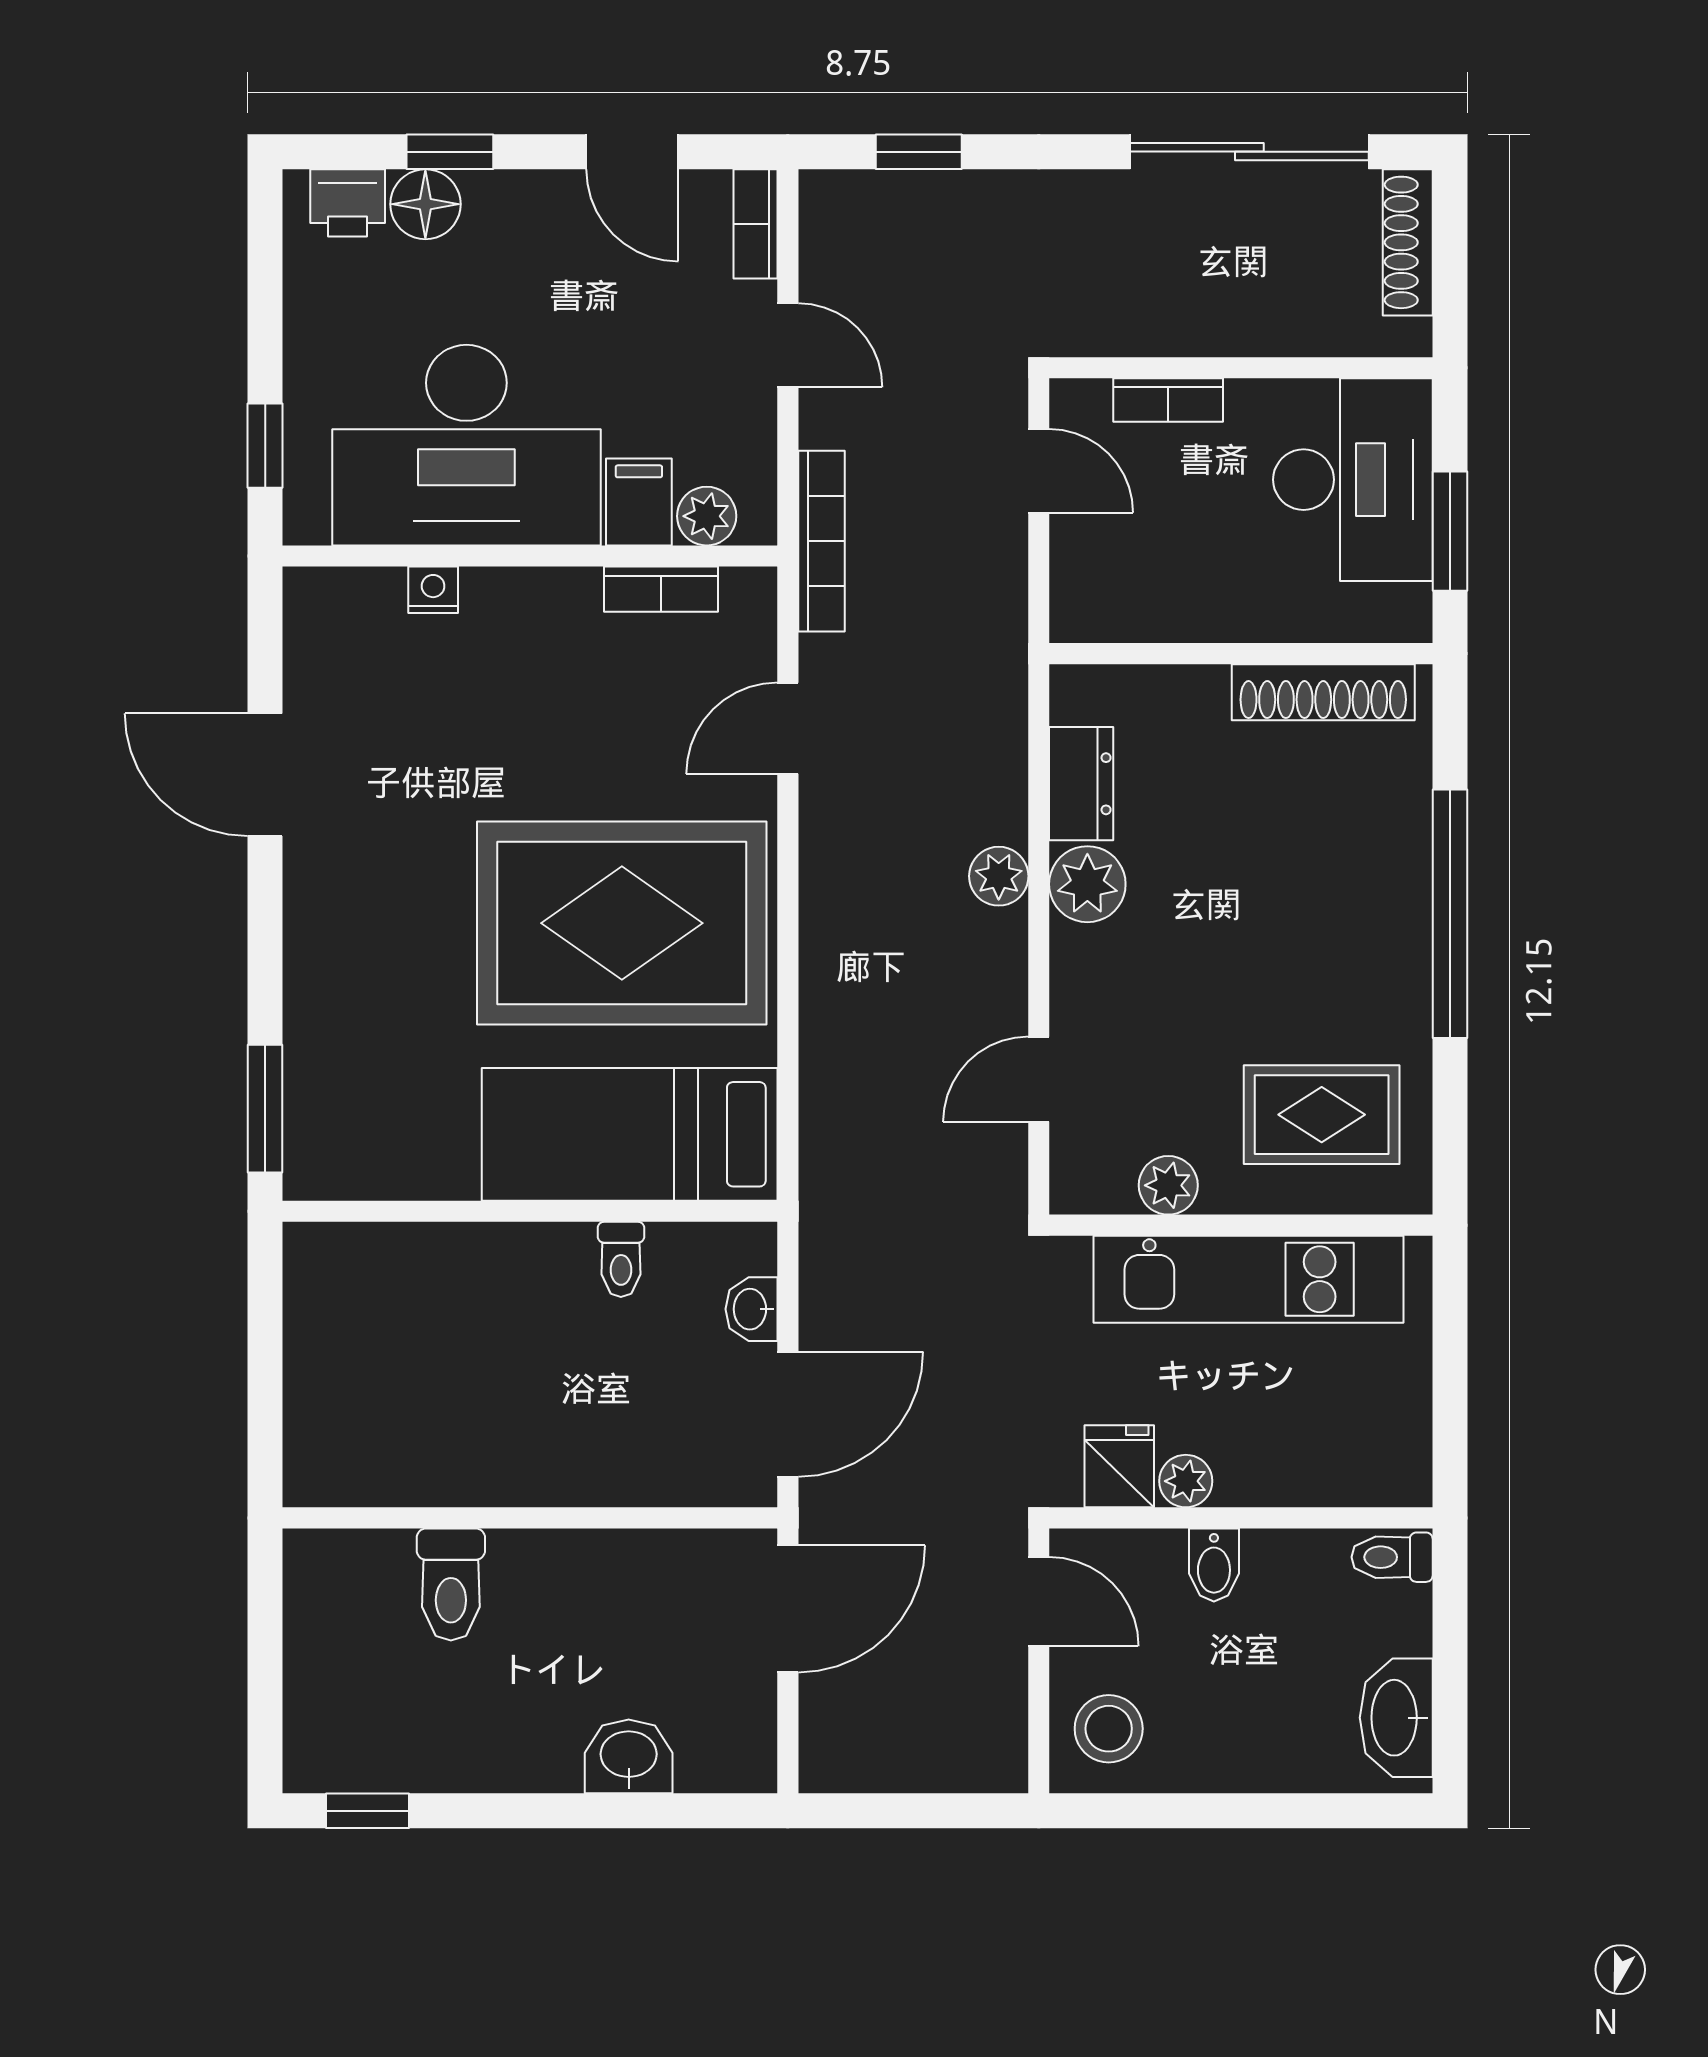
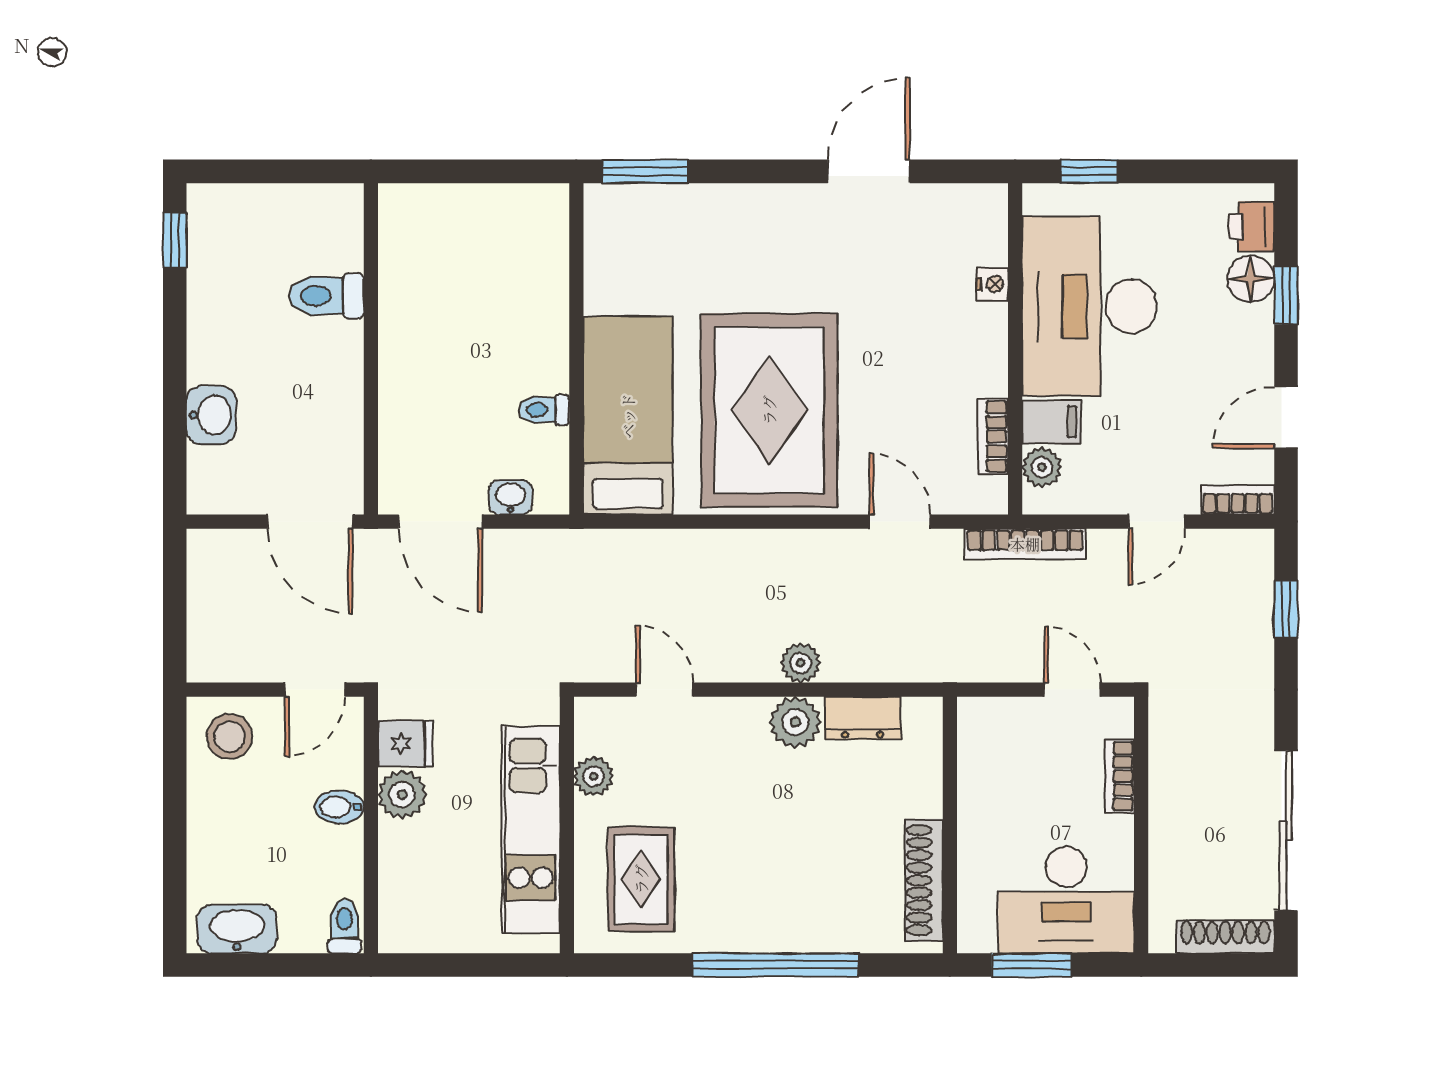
door: (1039, 471) -> (1072, 690), swing flipped
plant: (1186, 1481) -> (402, 795), width x1.38, depth x1.38

